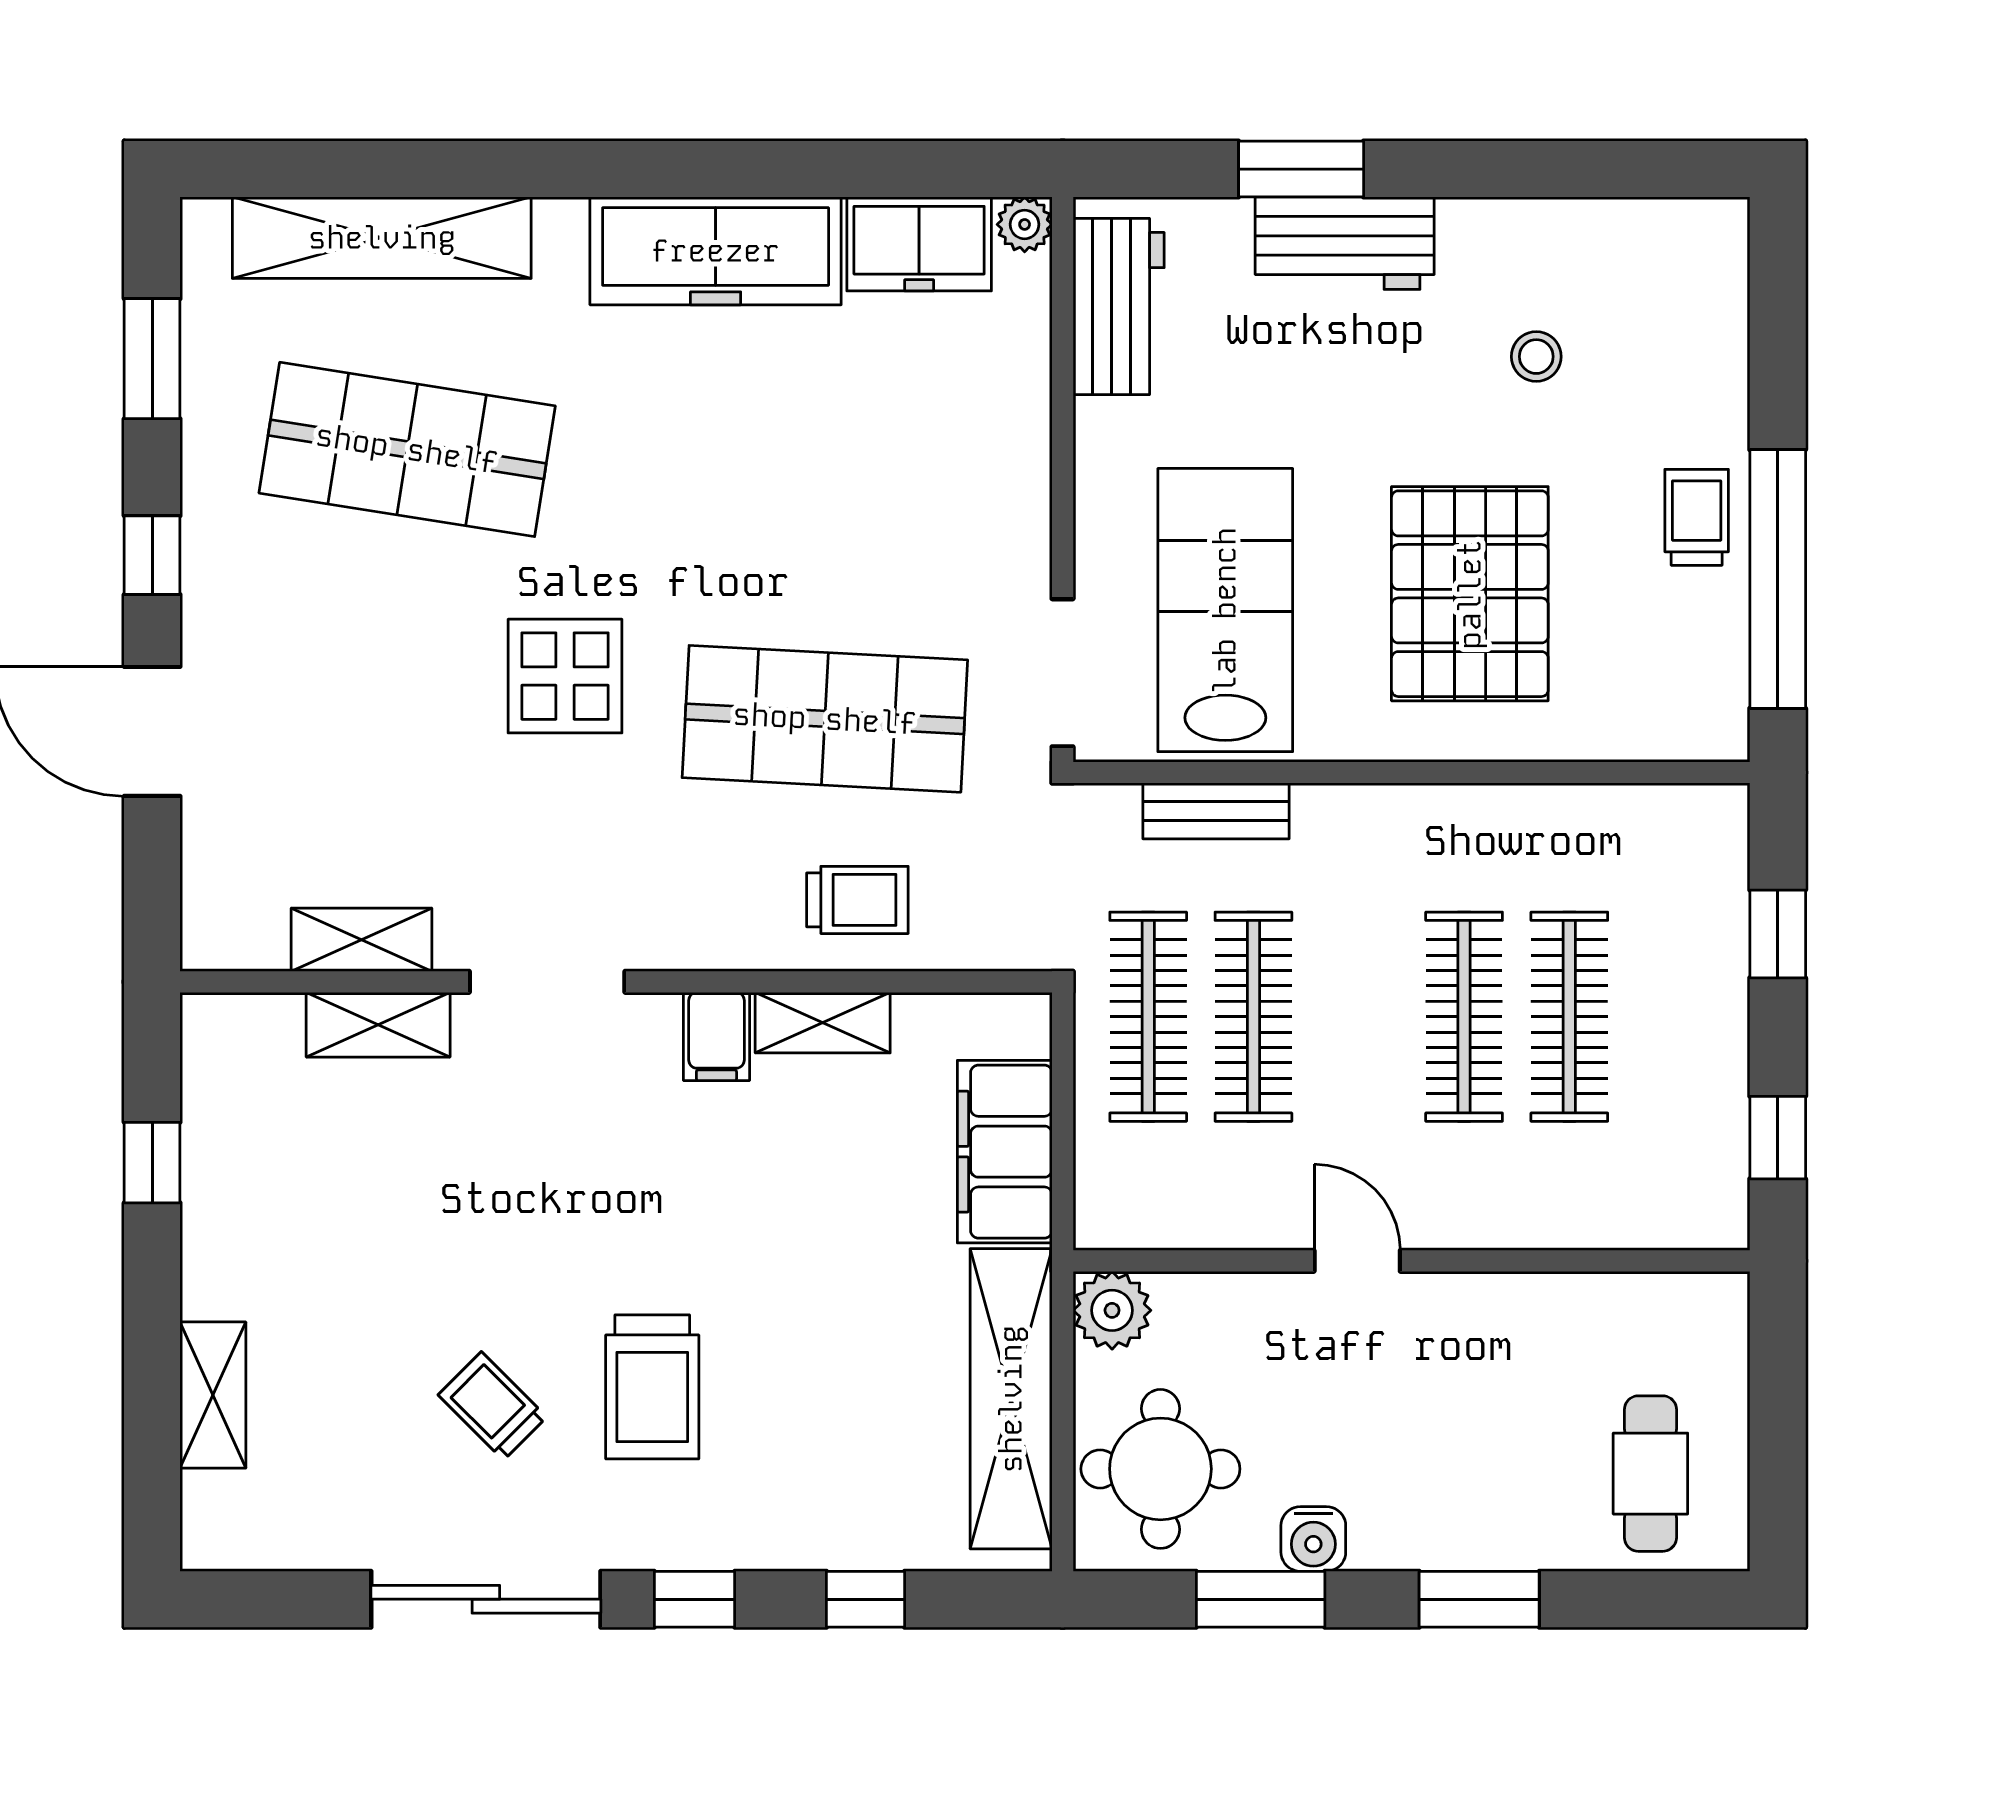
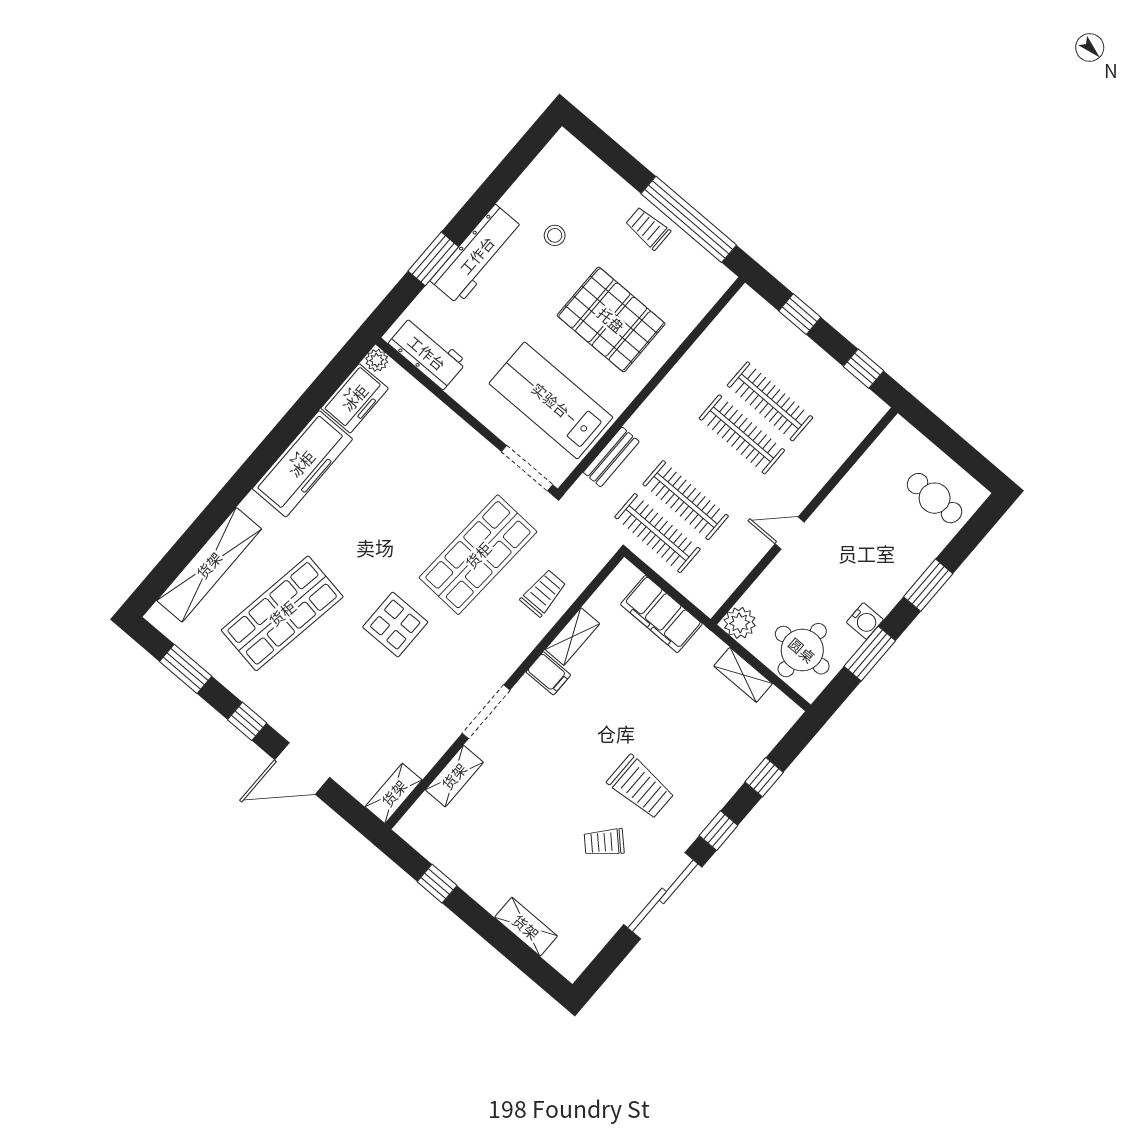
workbench: (1345, 243) -> (477, 255), width x1.38
shelving: (362, 940) -> (394, 793), moved
shelving: (1011, 1399) -> (743, 675), width x0.45, depth x0.75

